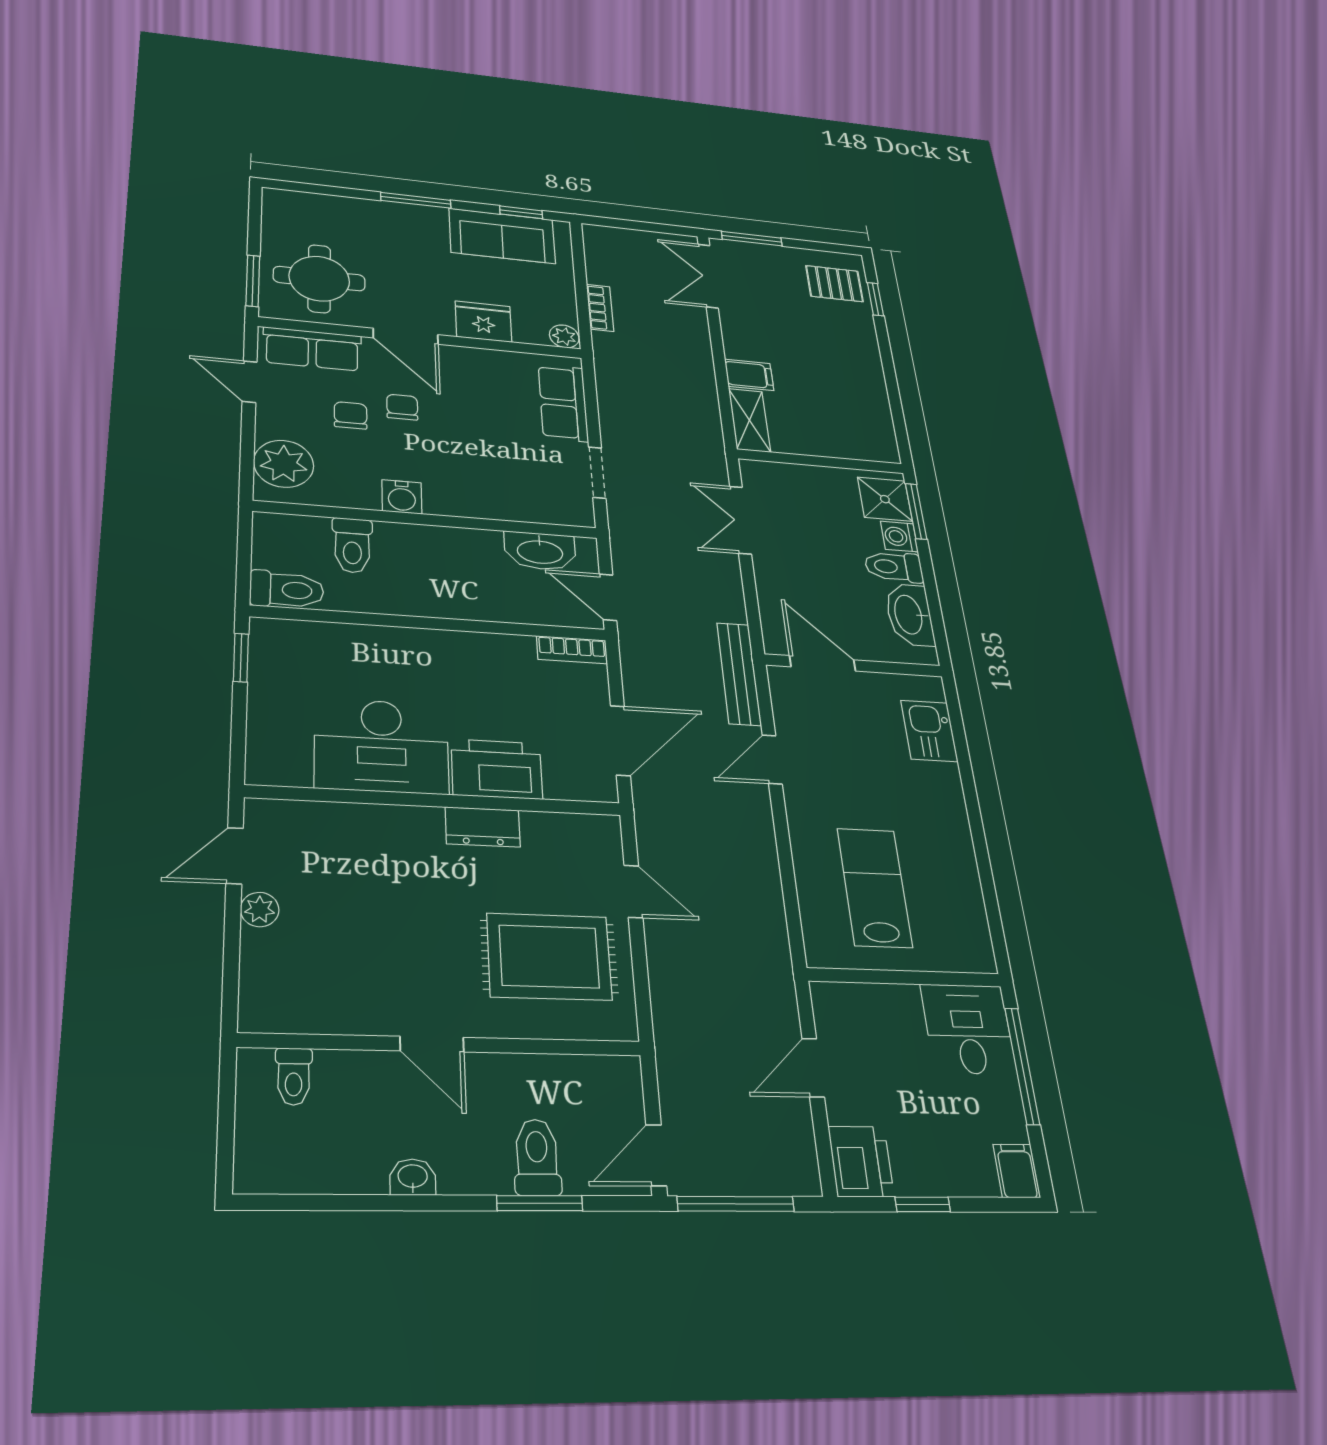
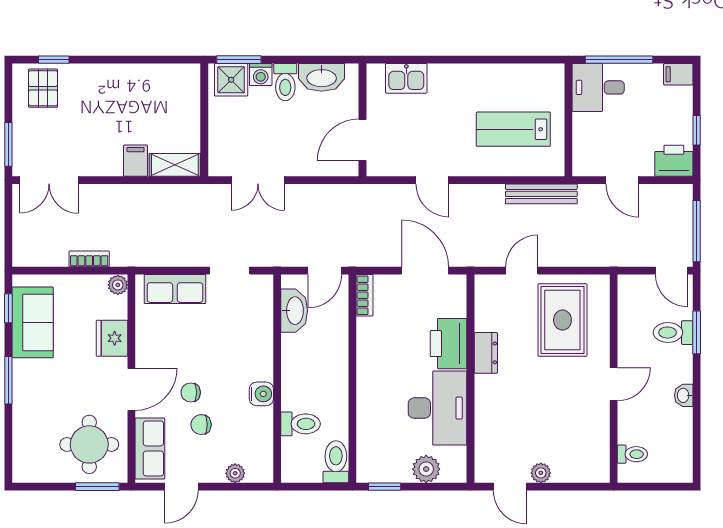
plant: (284, 464) -> (235, 473), width x0.53, depth x0.53
bench: (739, 674) -> (541, 194), moved
plant: (271, 722) -> (426, 469), added

